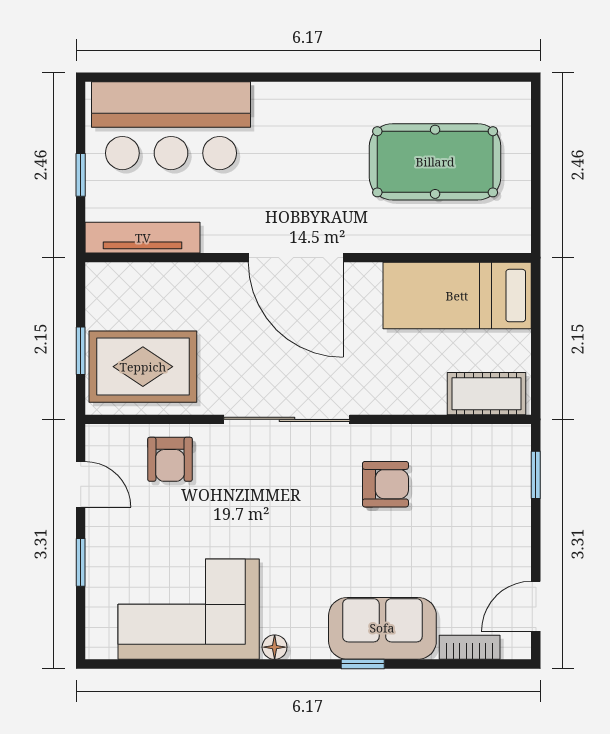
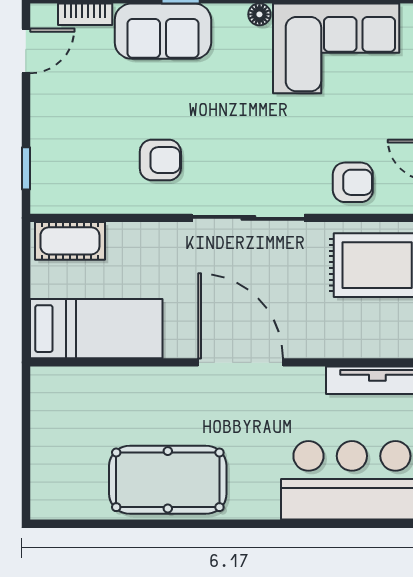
pool table: (435, 162) -> (168, 480), moved
armchair: (170, 459) -> (353, 182), turned 90
armchair: (385, 484) -> (160, 160), turned 180

